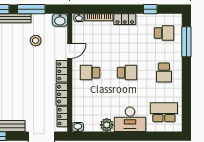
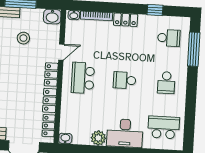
school desk: (90, 73) -> (83, 78), width x1.85
school desk: (127, 73) -> (125, 80), turned 180

